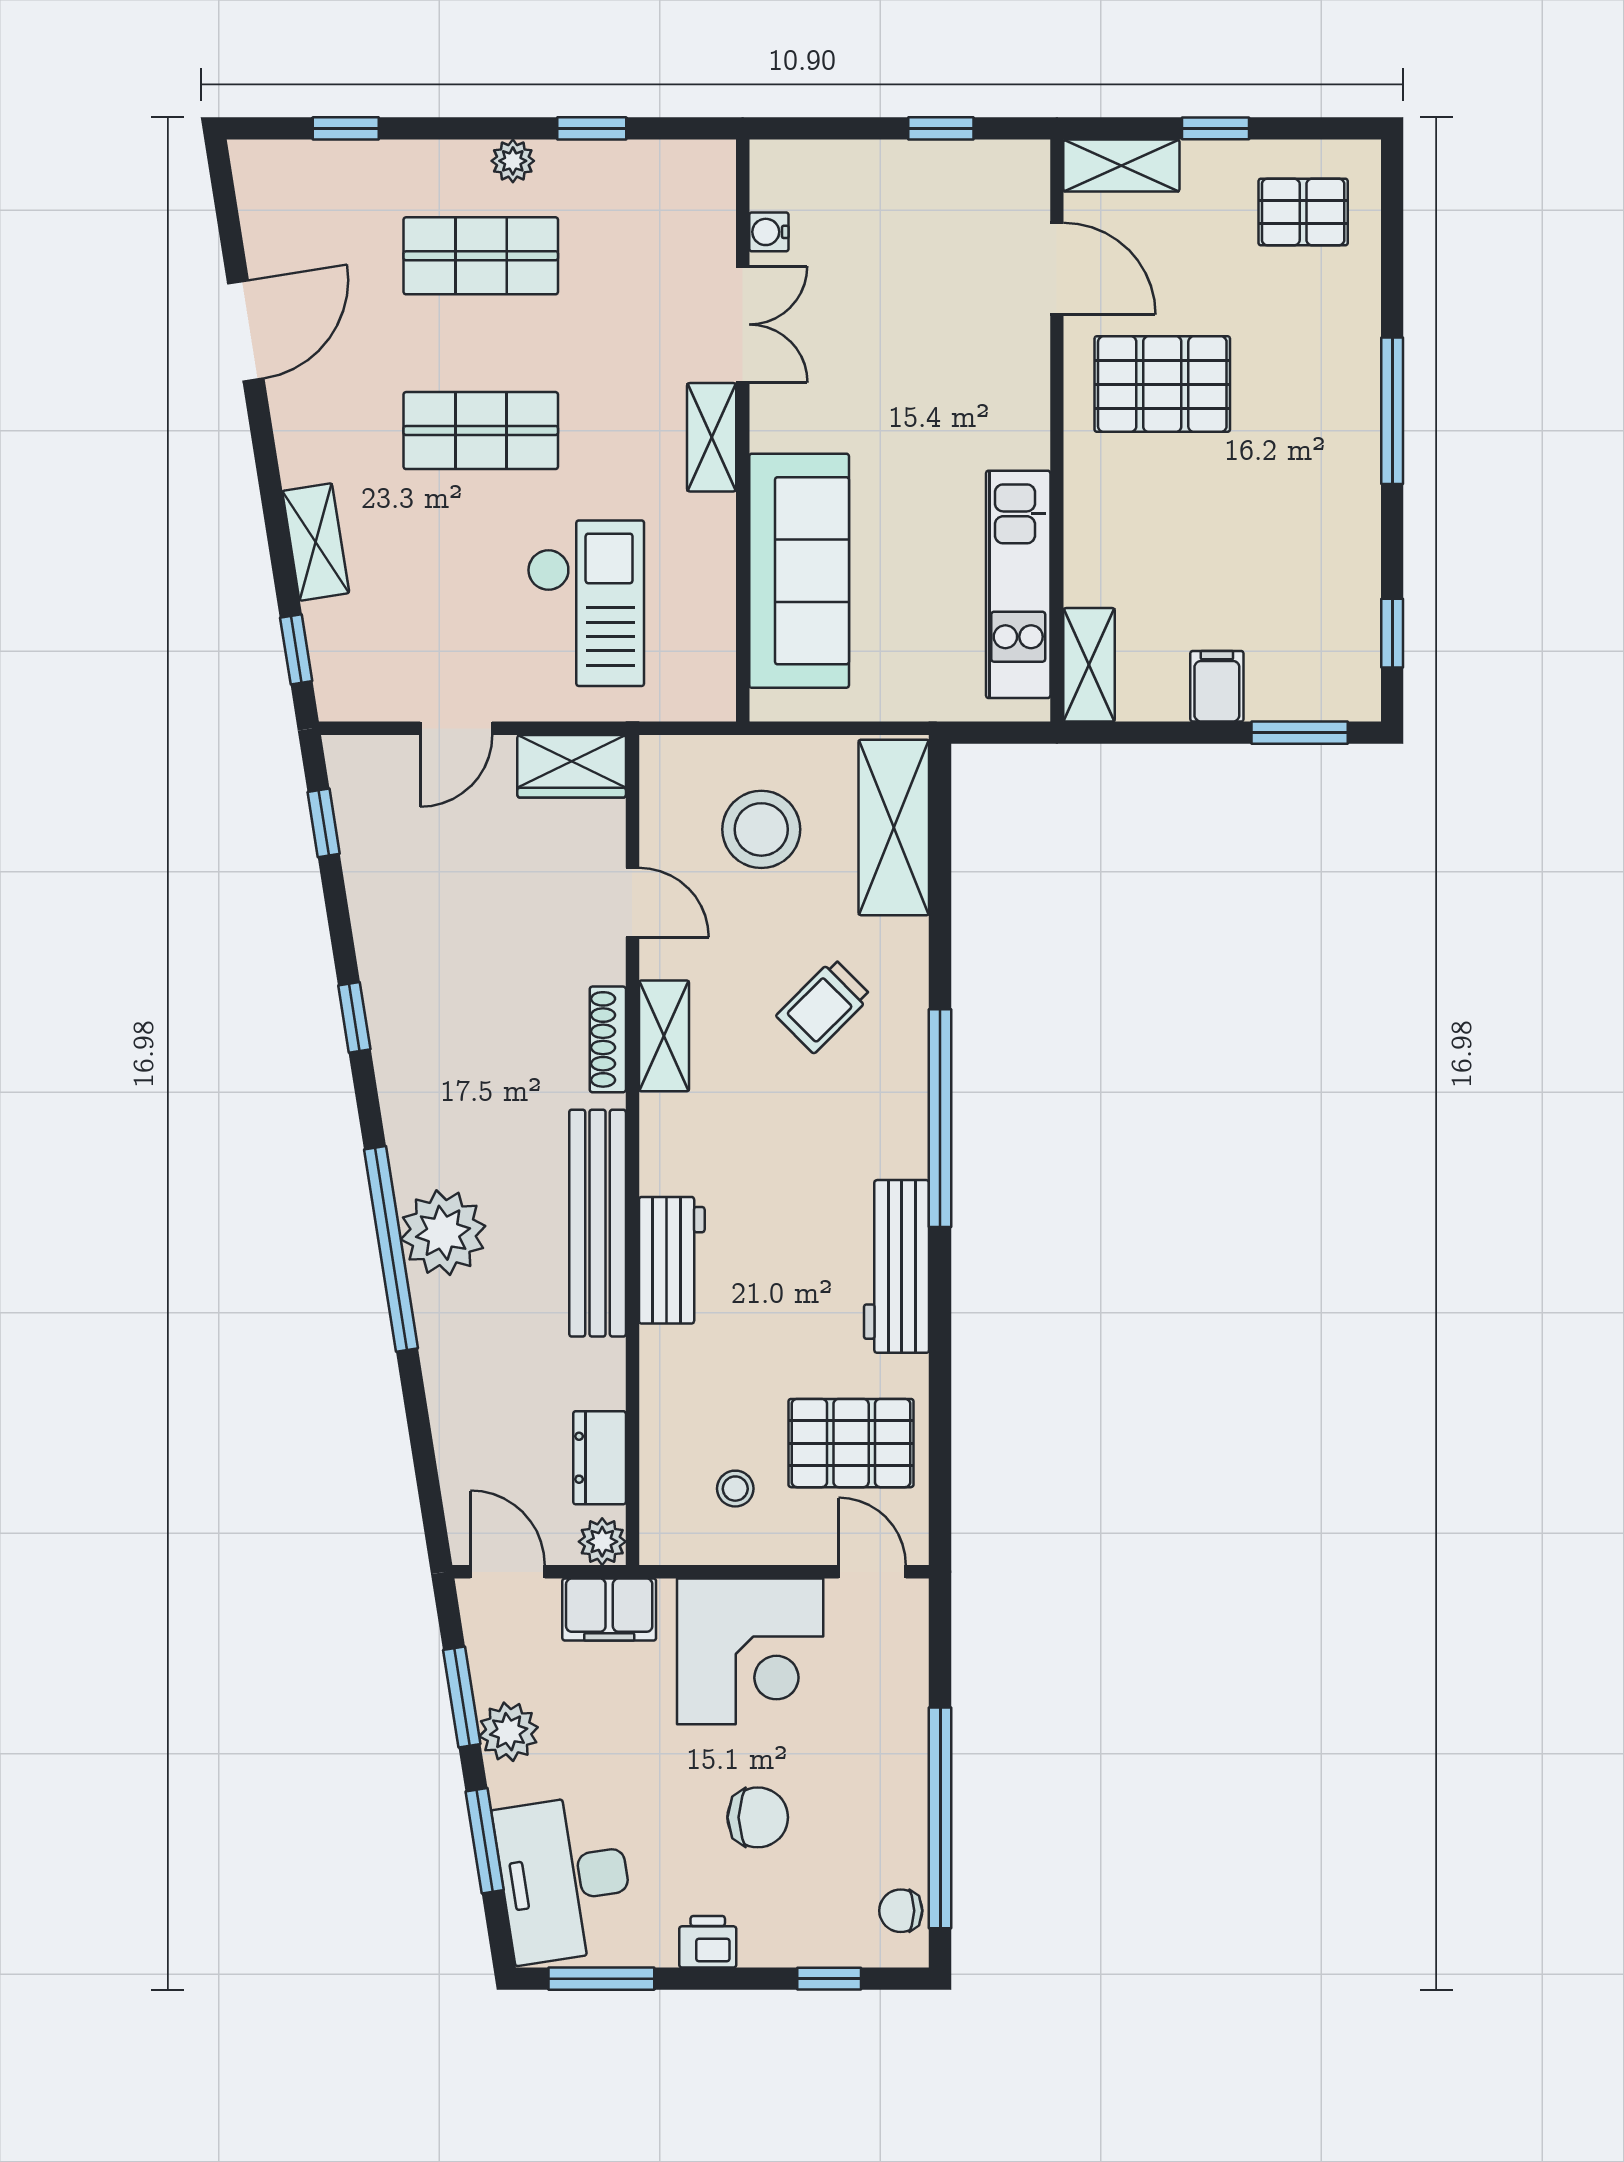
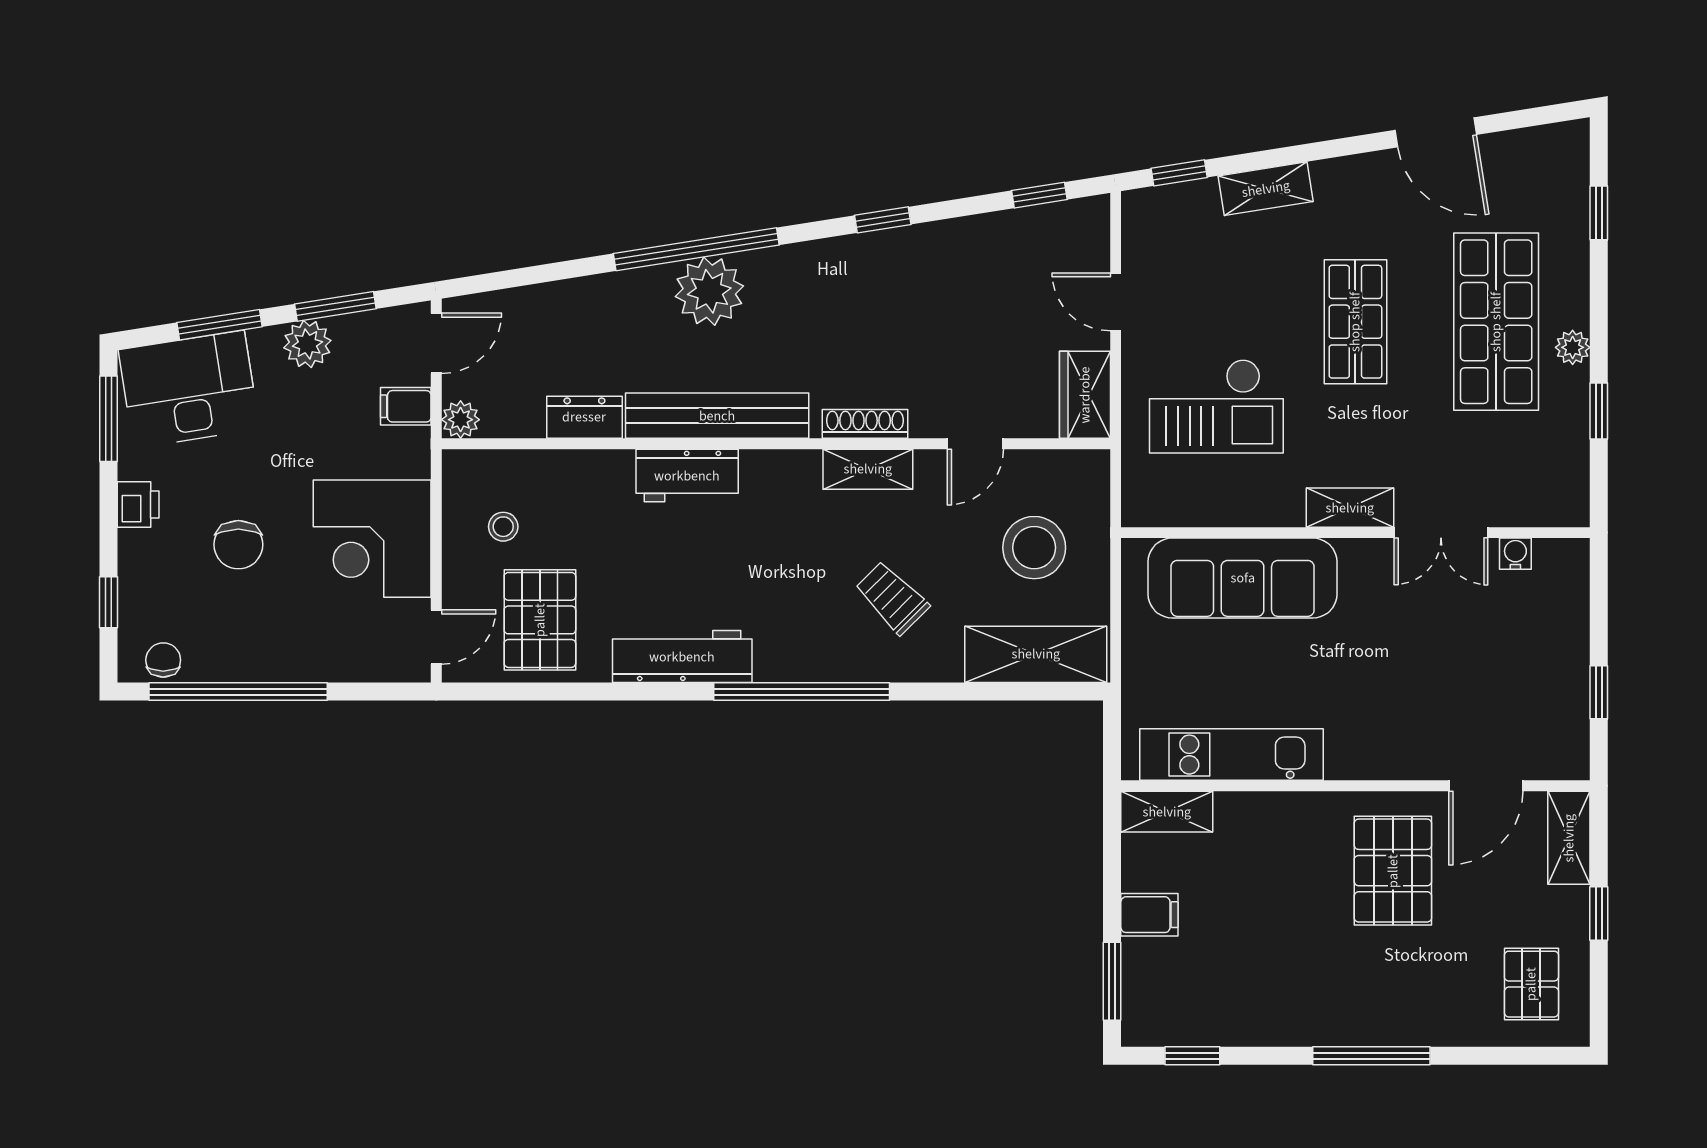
shop shelf: (481, 256) -> (1496, 322), width x1.43, depth x1.36
dresser: (600, 1458) -> (584, 417), moved
filing cabinet: (609, 1610) -> (406, 406), width x0.50

